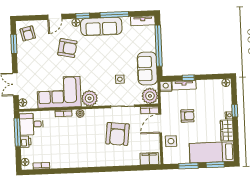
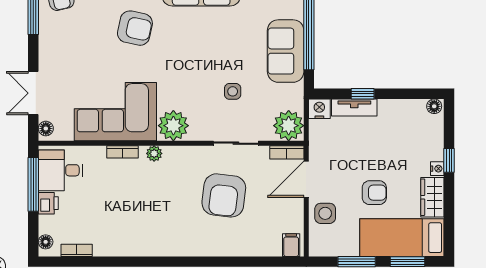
sofa: (147, 69) -> (286, 51), moved
armchair: (187, 116) -> (374, 193), moved
filing cabinet: (149, 159) -> (291, 245), width x0.50

